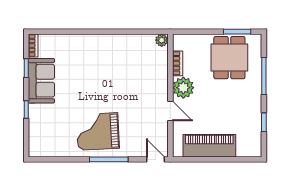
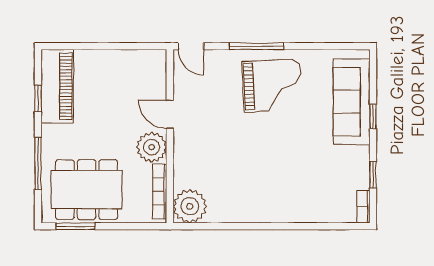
plant: (162, 40) -> (190, 206), width x1.87, depth x1.87
dining table: (229, 58) -> (87, 190), width x1.37
bookcase: (178, 63) -> (160, 192), width x1.56
sofa: (41, 81) -> (352, 102), moved, width x1.36
piano: (209, 146) -> (57, 86), moved, turned -90

